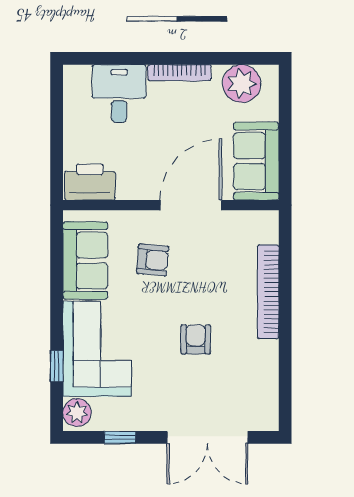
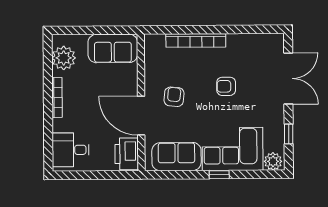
desk: (119, 94) -> (70, 150), moved
door: (191, 205) -> (141, 116), moved
armchair: (153, 260) -> (174, 97), moved
window: (57, 366) -> (219, 175), moved

